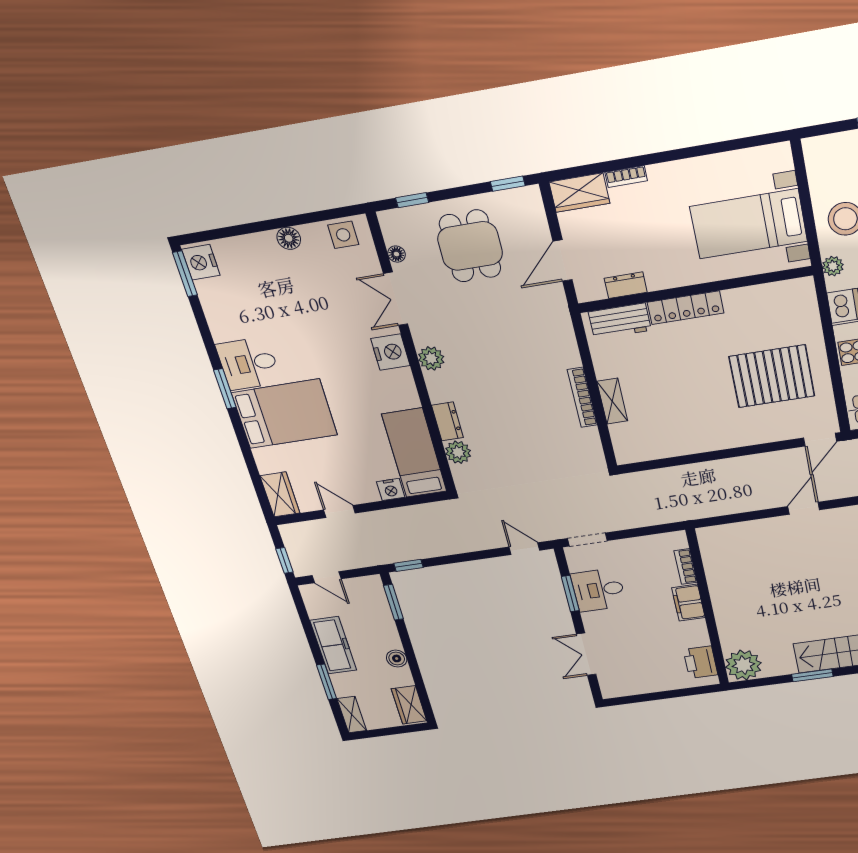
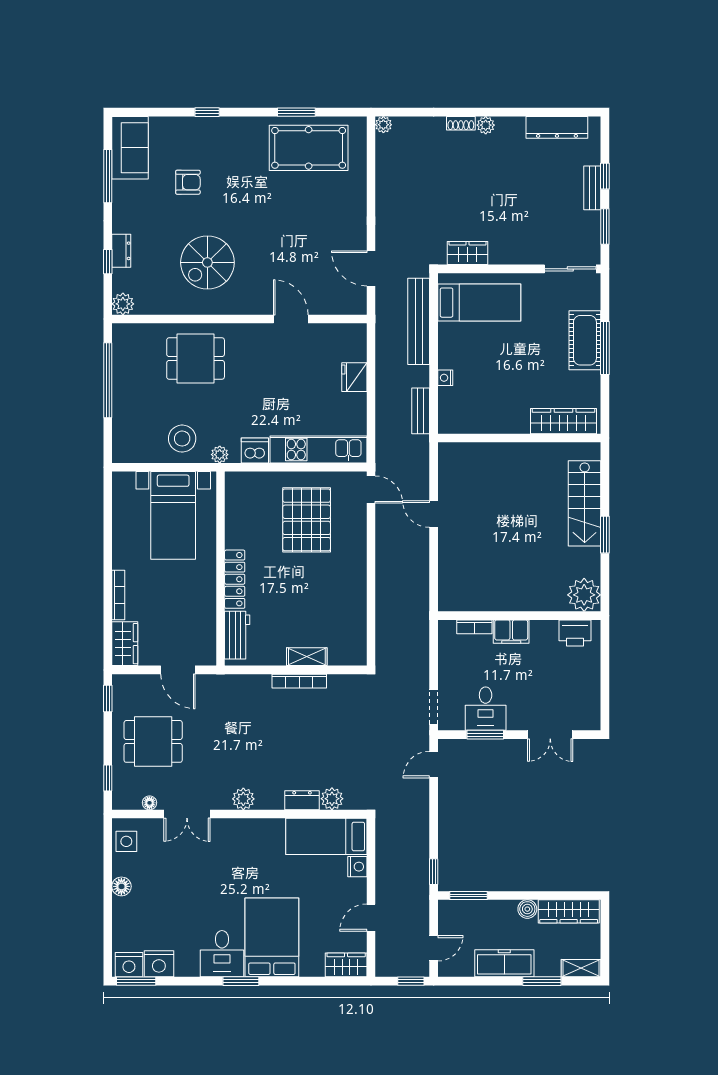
bookcase: (626, 177) -> (118, 595), width x1.56
dresser: (626, 285) -> (207, 624), removed
nightstand: (390, 352) -> (159, 964), moved, turned 180
wardrobe: (409, 705) -> (569, 911), width x1.50

